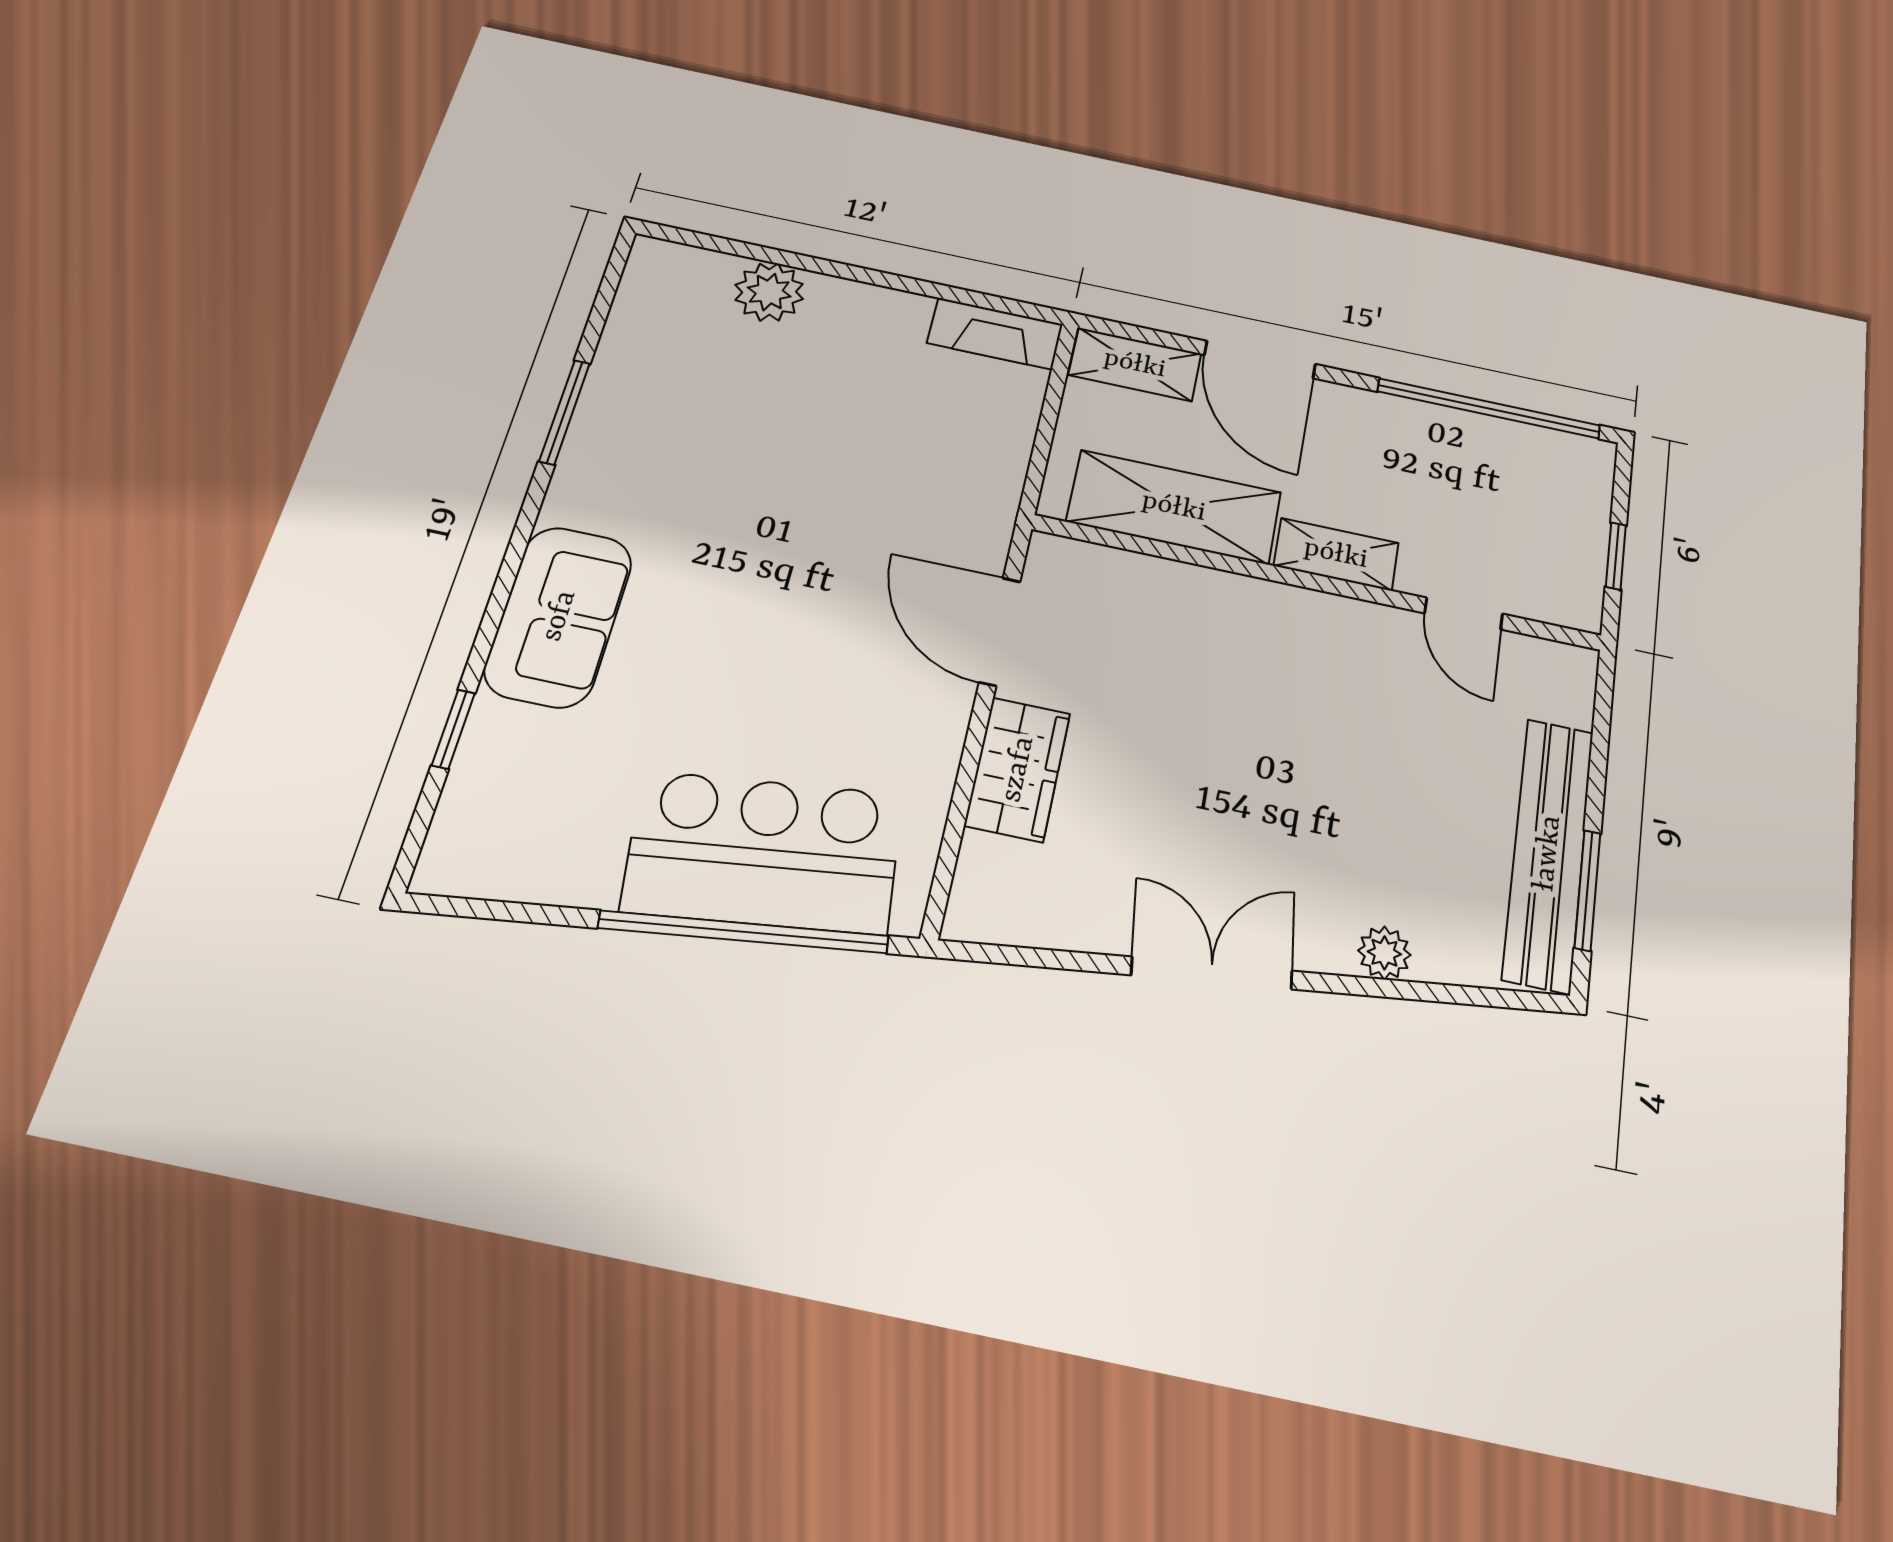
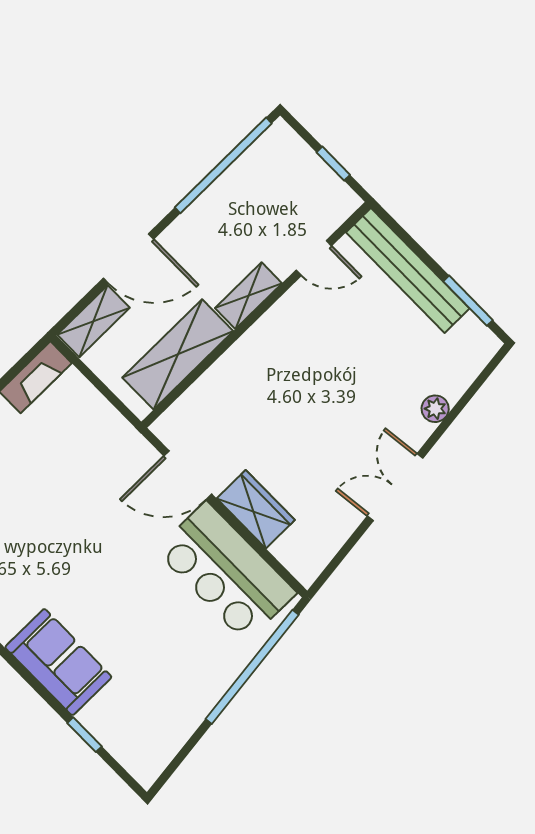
bar counter: (763, 852) -> (226, 572), moved, turned -83
bench: (1548, 853) -> (408, 270), moved

